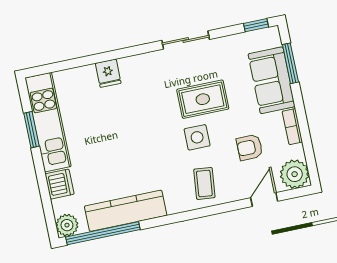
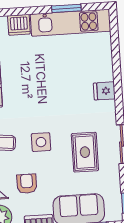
fridge: (108, 73) -> (104, 91), moved
rug: (203, 99) -> (85, 152), moved

